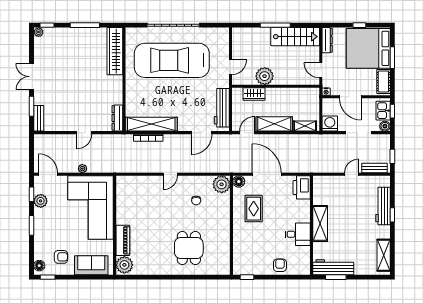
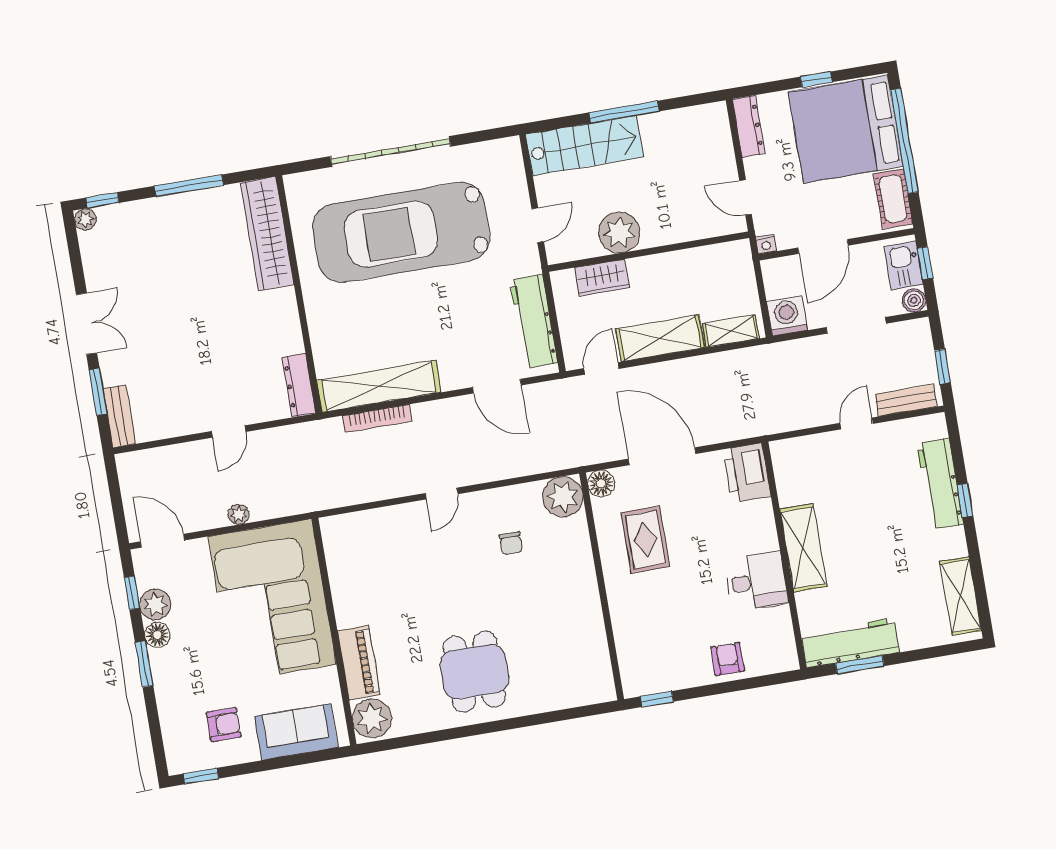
stairs: (295, 37) -> (585, 146), moved
window: (392, 58) -> (904, 141), width x2.11
double door: (31, 77) -> (87, 324), swing flipped
door: (350, 97) -> (823, 247), hinge flipped
door: (201, 133) -> (497, 386), hinge flipped
dining table: (189, 248) -> (474, 672), moved
floor lamp: (39, 266) -> (157, 635), moved

